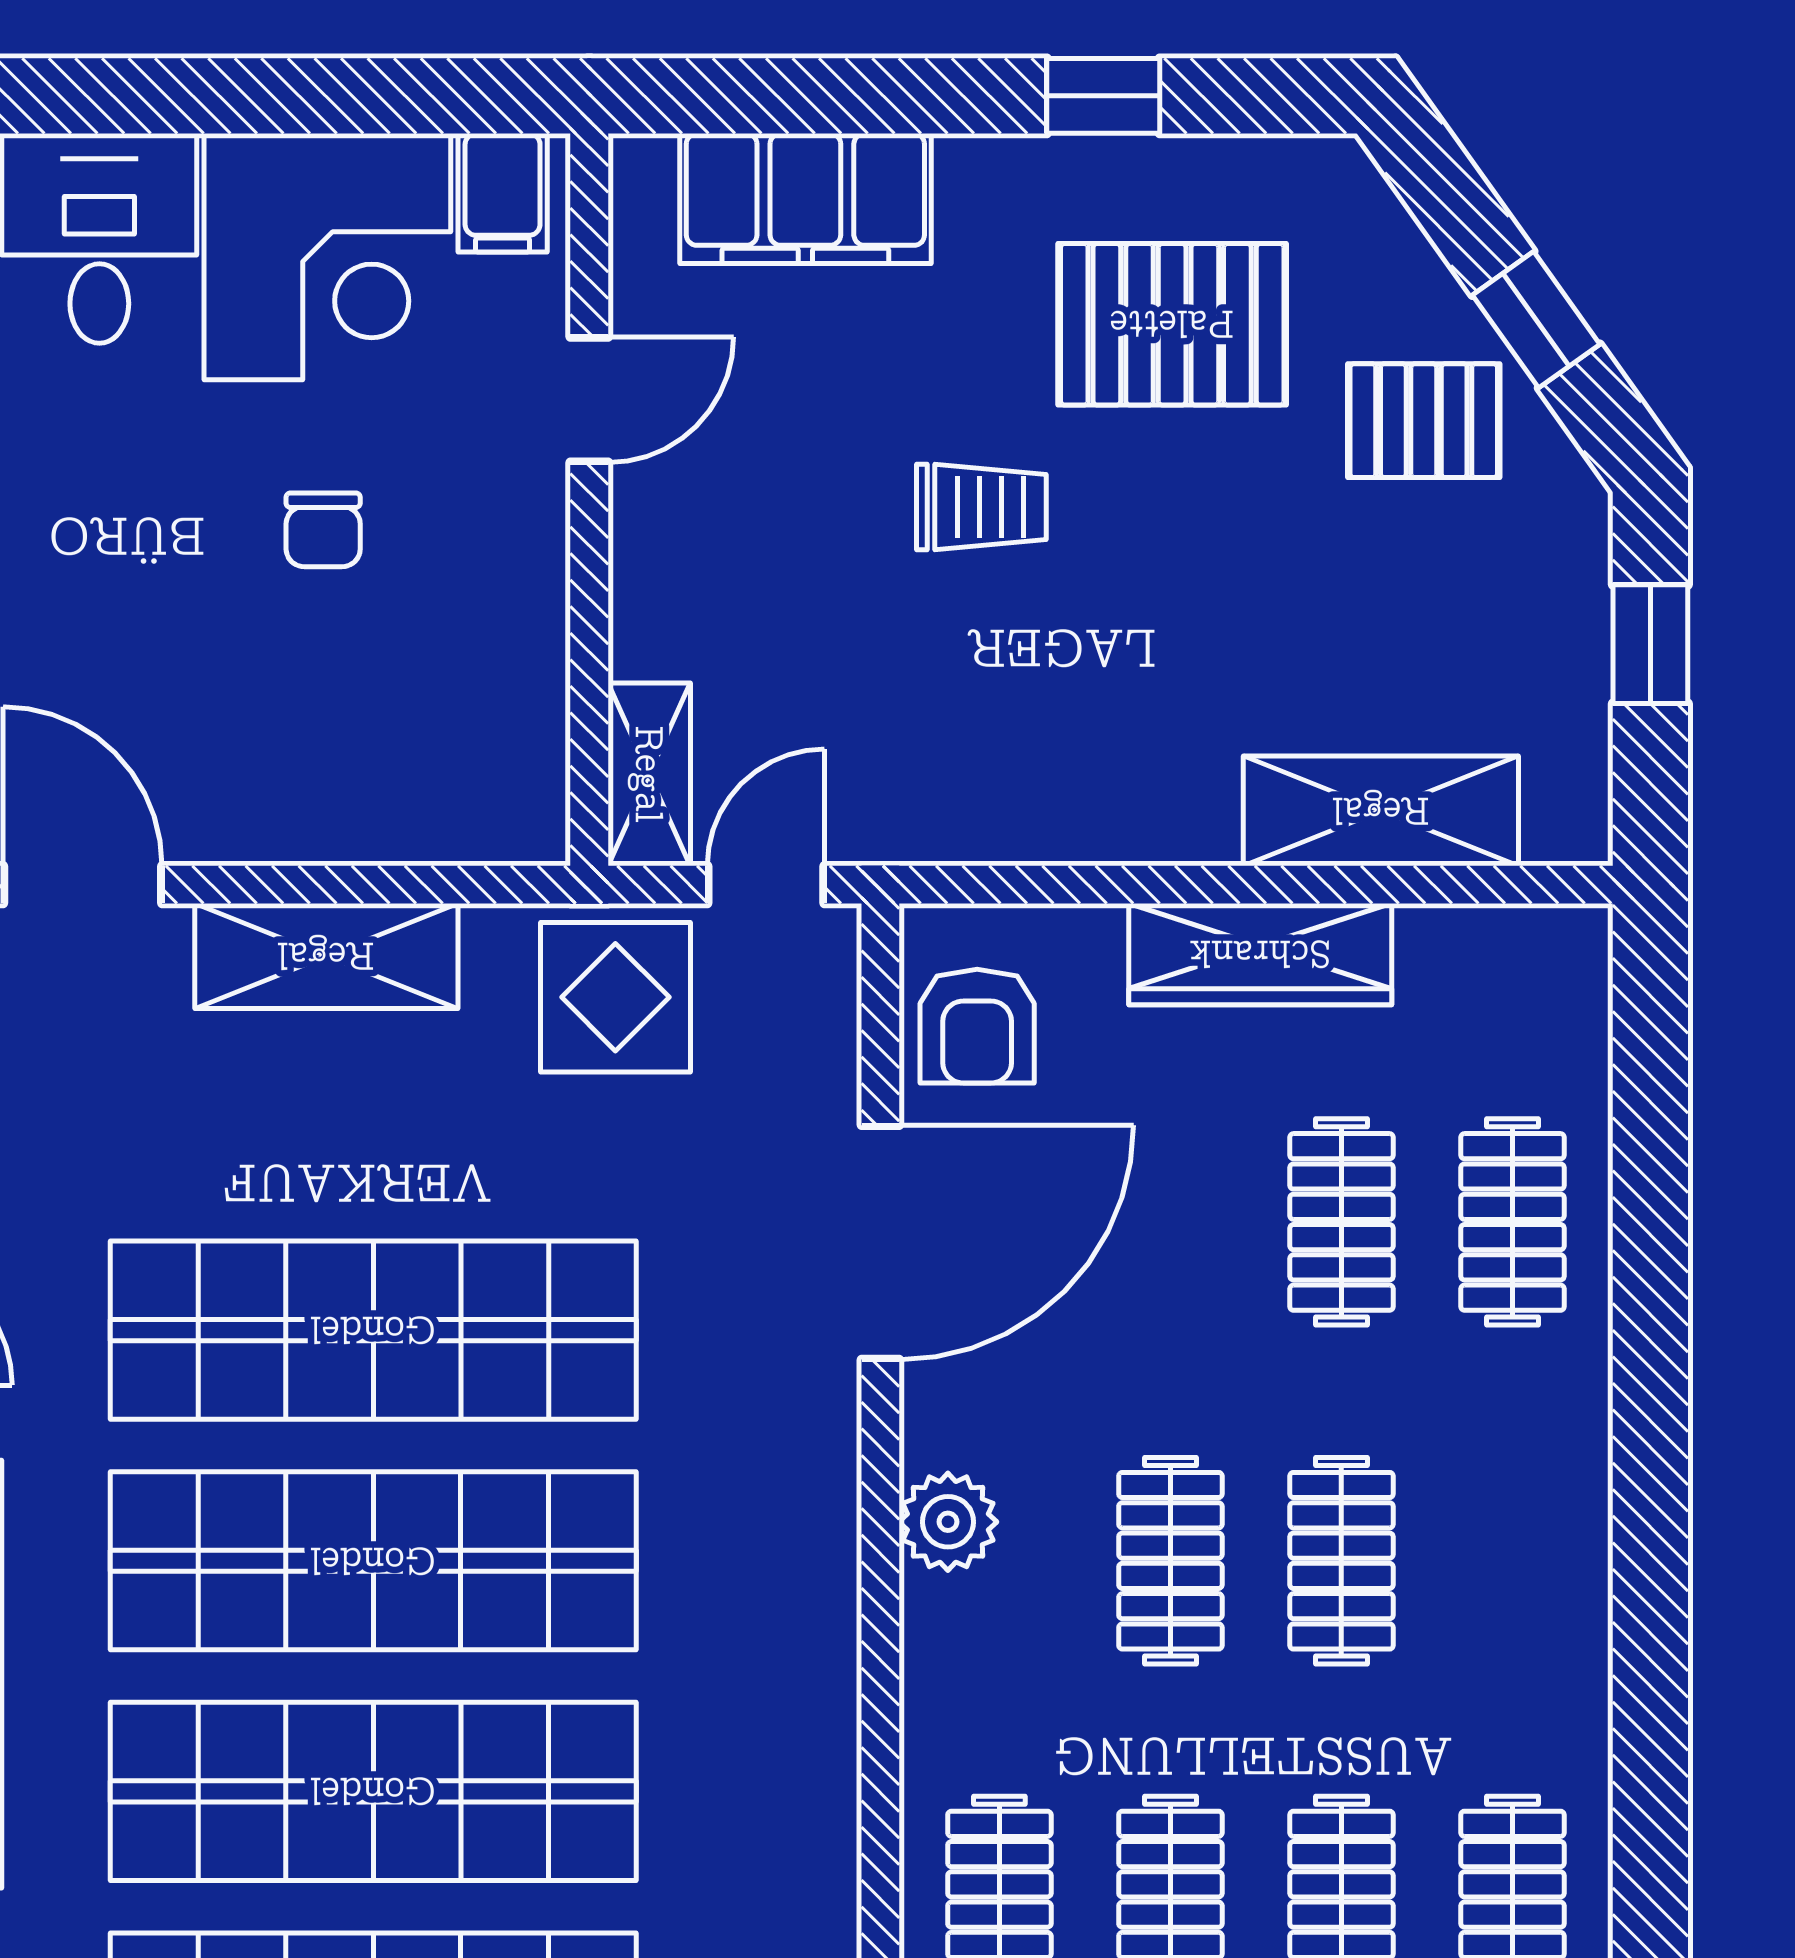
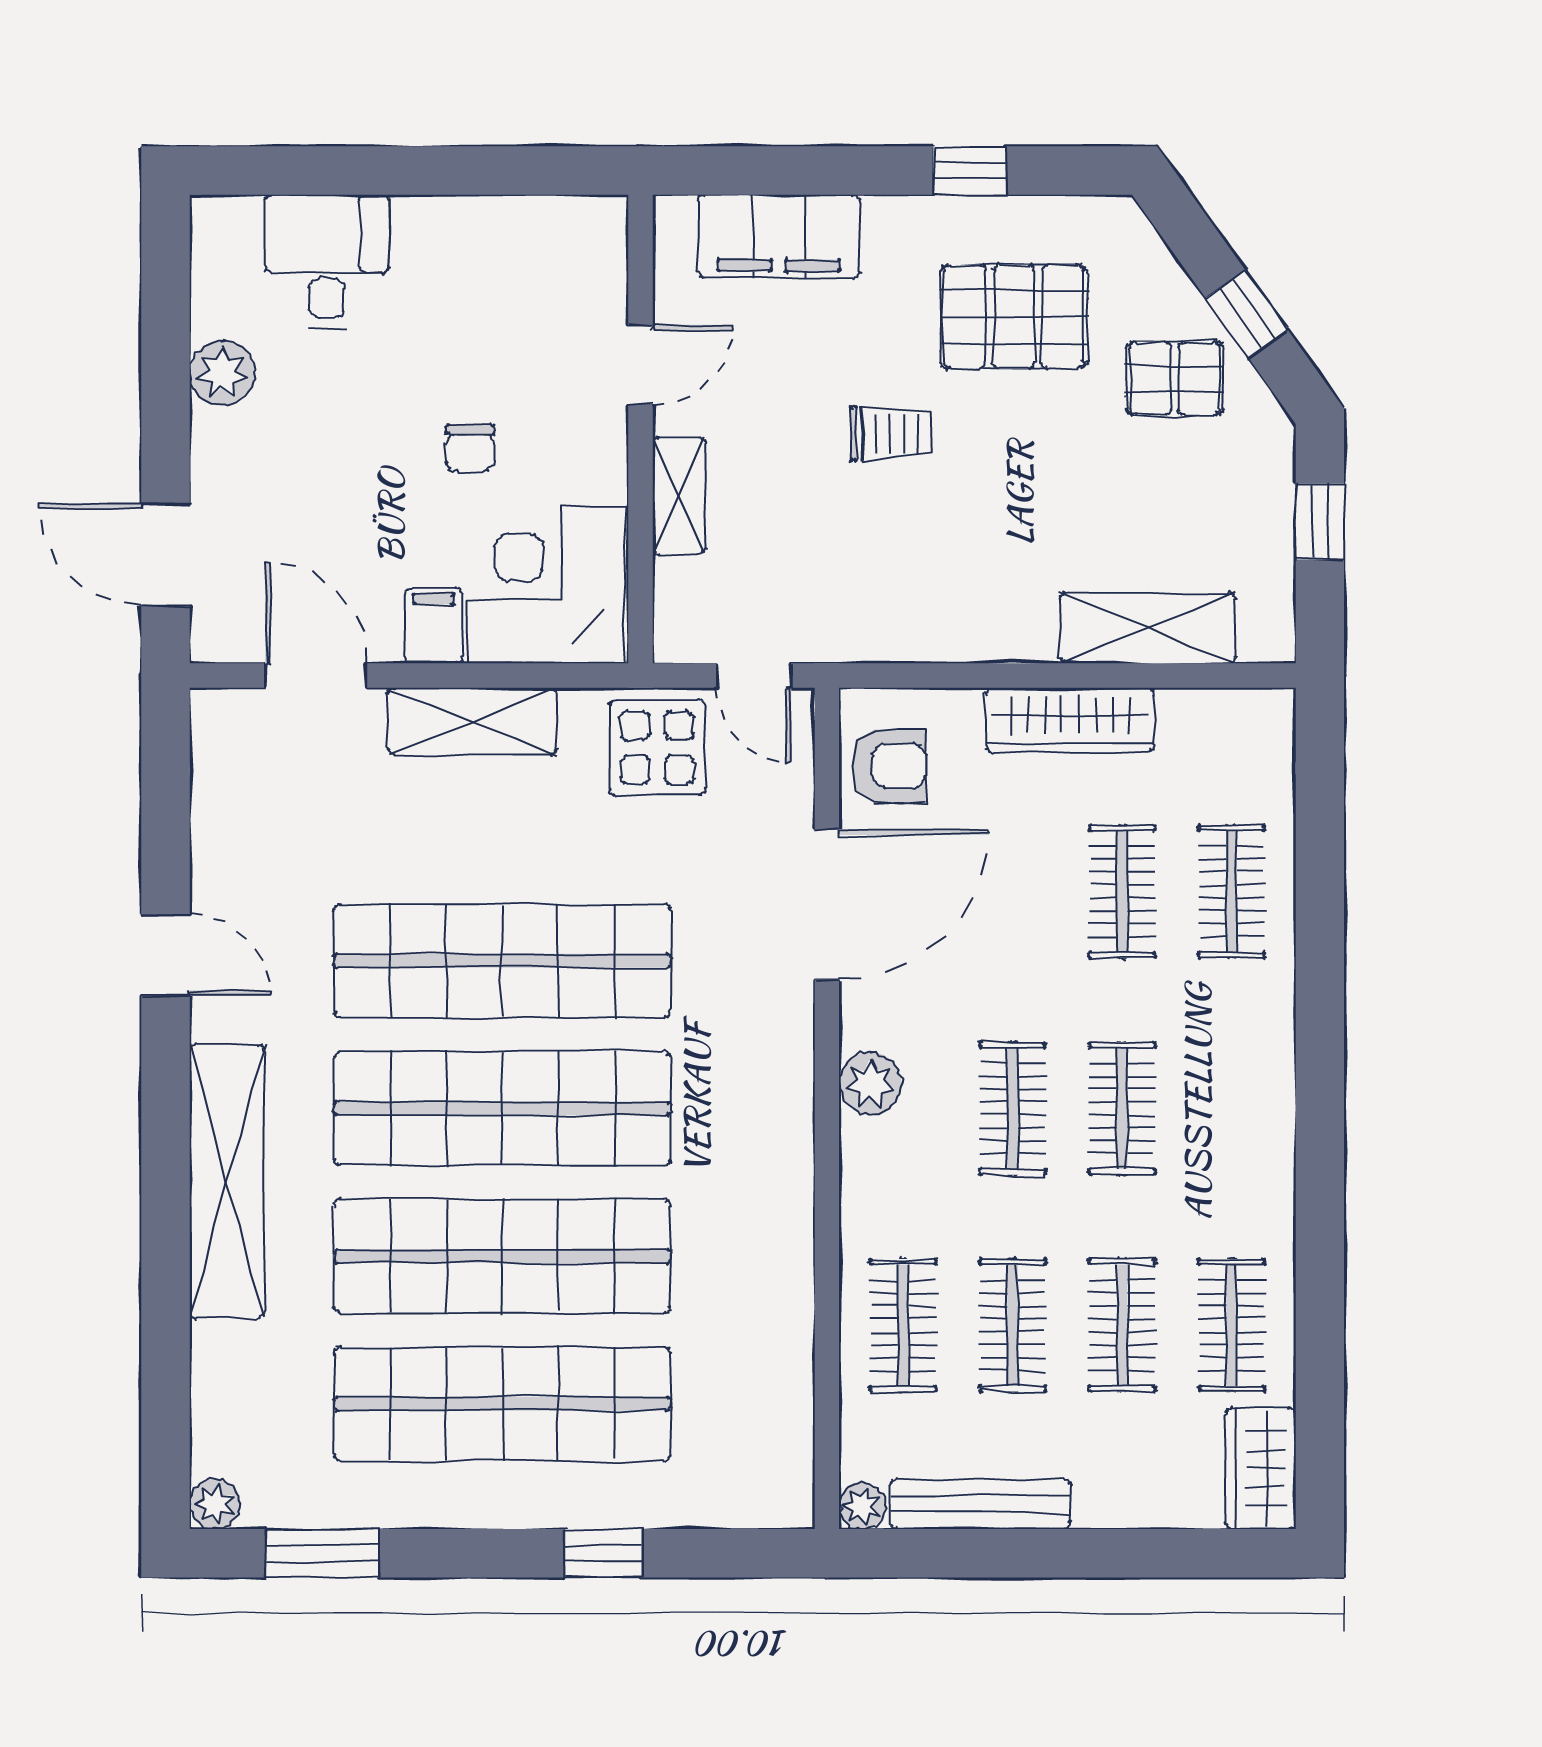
filing cabinet: (503, 193) -> (434, 625), moved, turned 180
corner desk: (327, 257) -> (546, 585), moved, turned 180
shelving: (649, 774) -> (679, 496), moved
door: (766, 885) -> (754, 675), swing flipped
armchair: (977, 1026) -> (889, 766), turned -90

